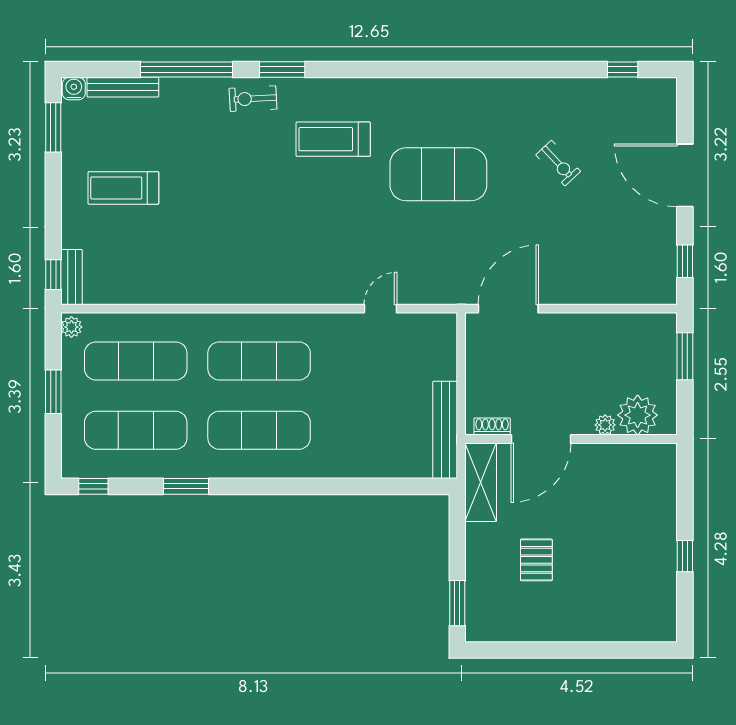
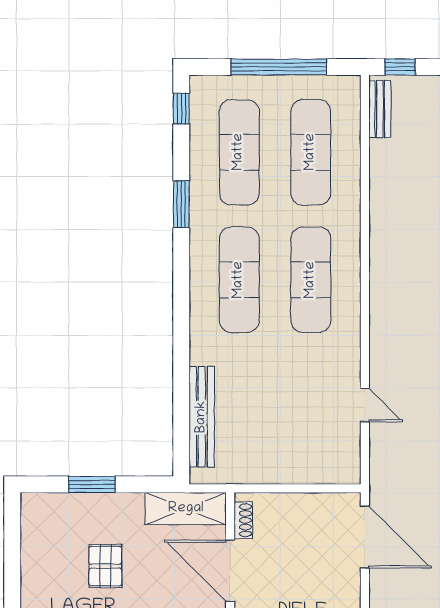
bench: (71, 277) -> (380, 109), moved, turned 90
plant: (71, 327) -> (346, 86), removed
window: (53, 392) -> (279, 67), width x2.11
bench: (445, 430) -> (202, 417), moved, turned 90
pallet: (536, 560) -> (105, 566), turned 90
window: (457, 603) -> (92, 484), moved

